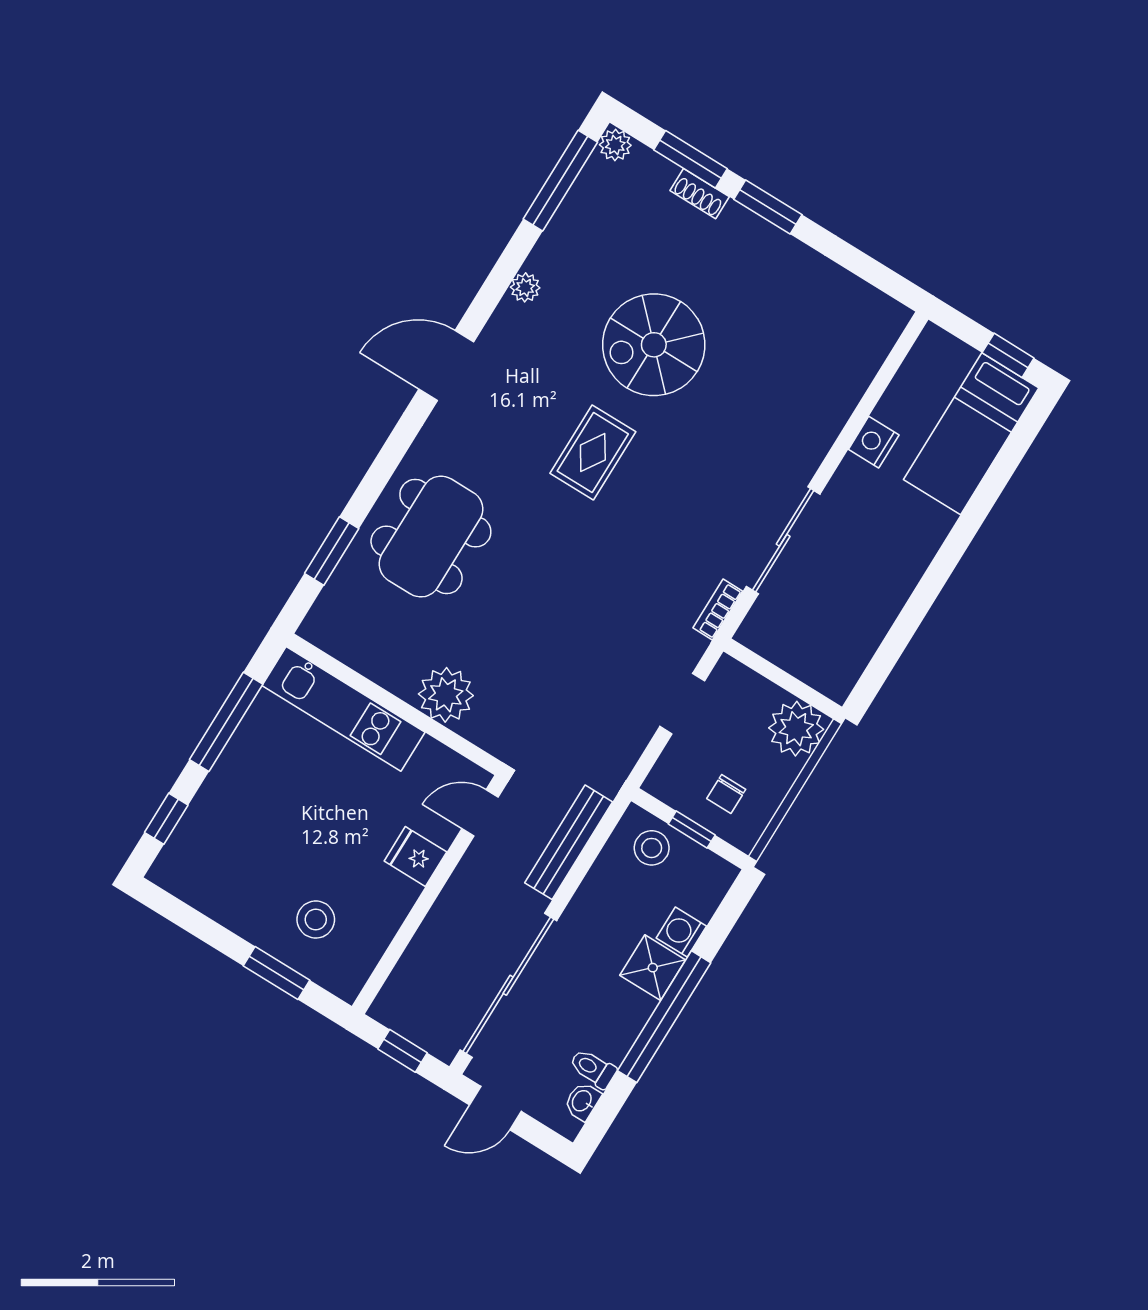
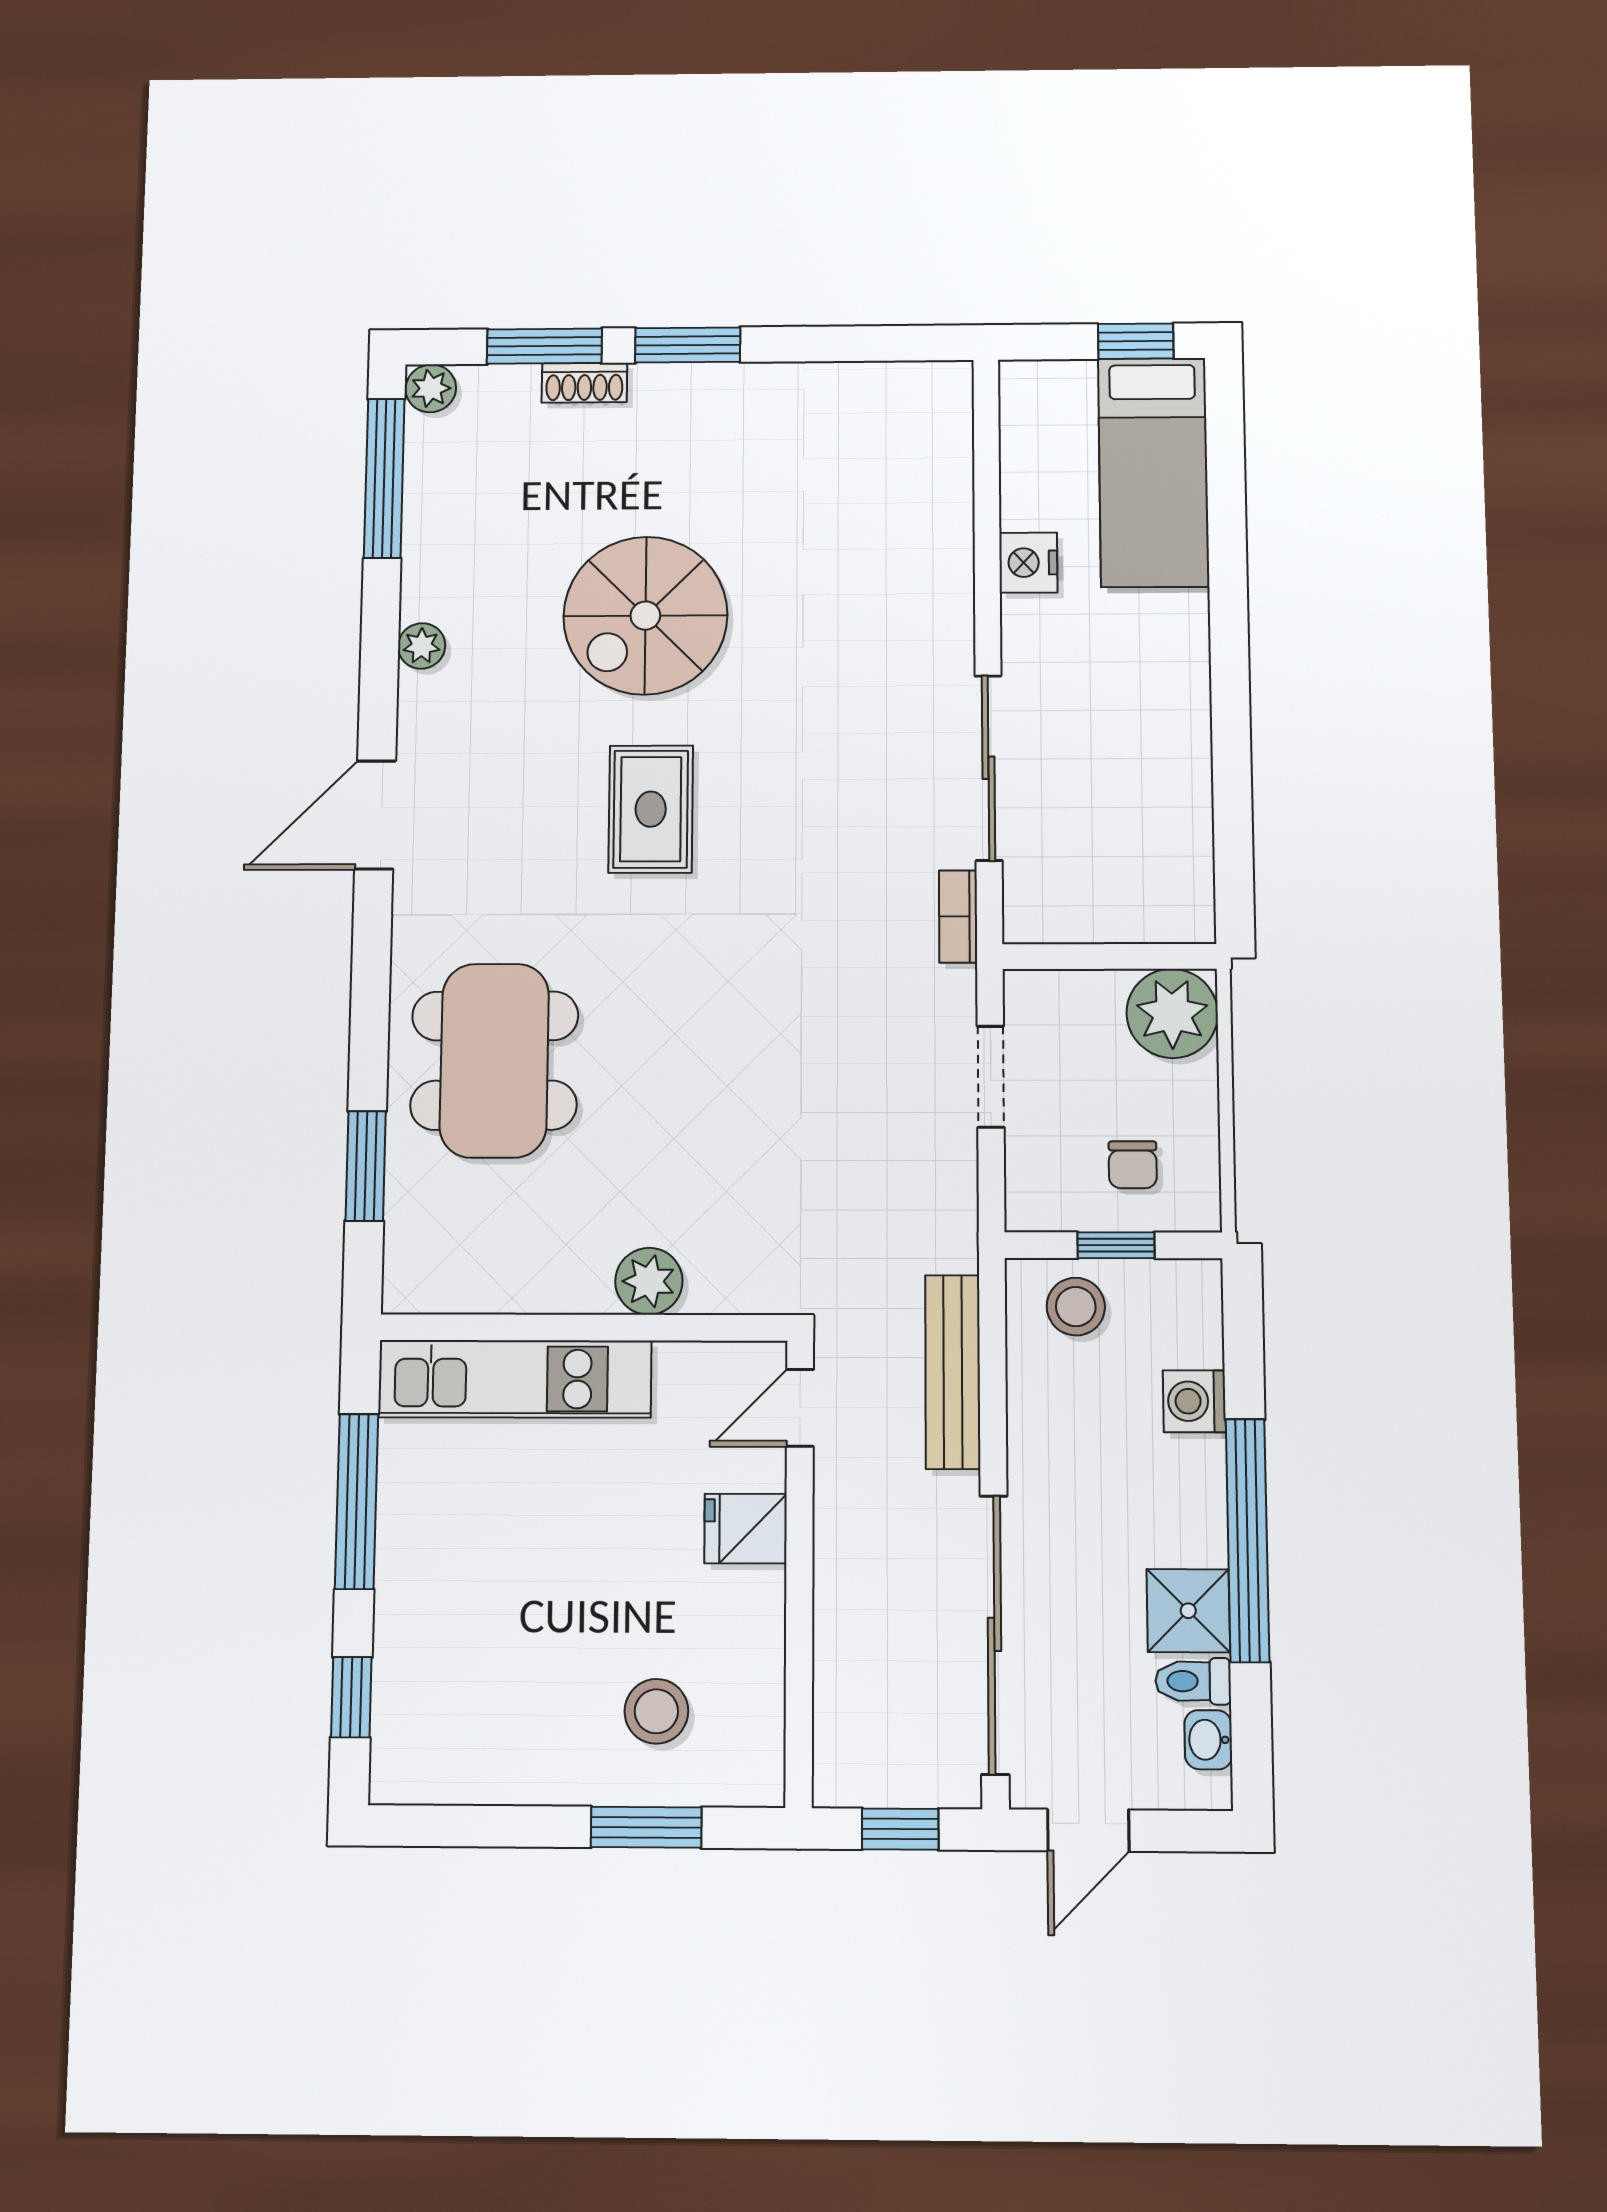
plant: (446, 695) -> (649, 1281), width x0.73, depth x0.73
shower: (653, 968) -> (1188, 1611), moved

